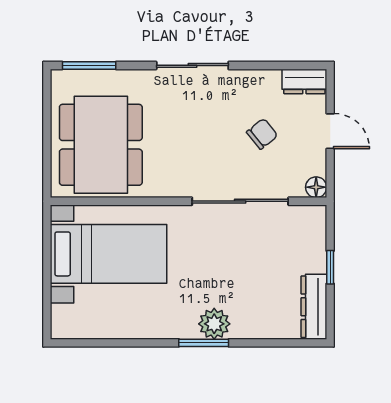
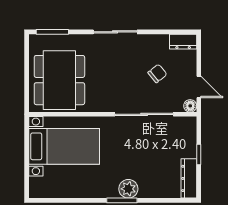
door: (330, 131) -> (199, 87), moved

